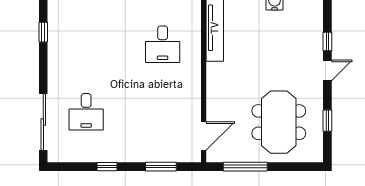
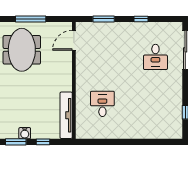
desk: (86, 112) -> (155, 57), turned 180
window: (245, 167) -> (31, 19), moved

